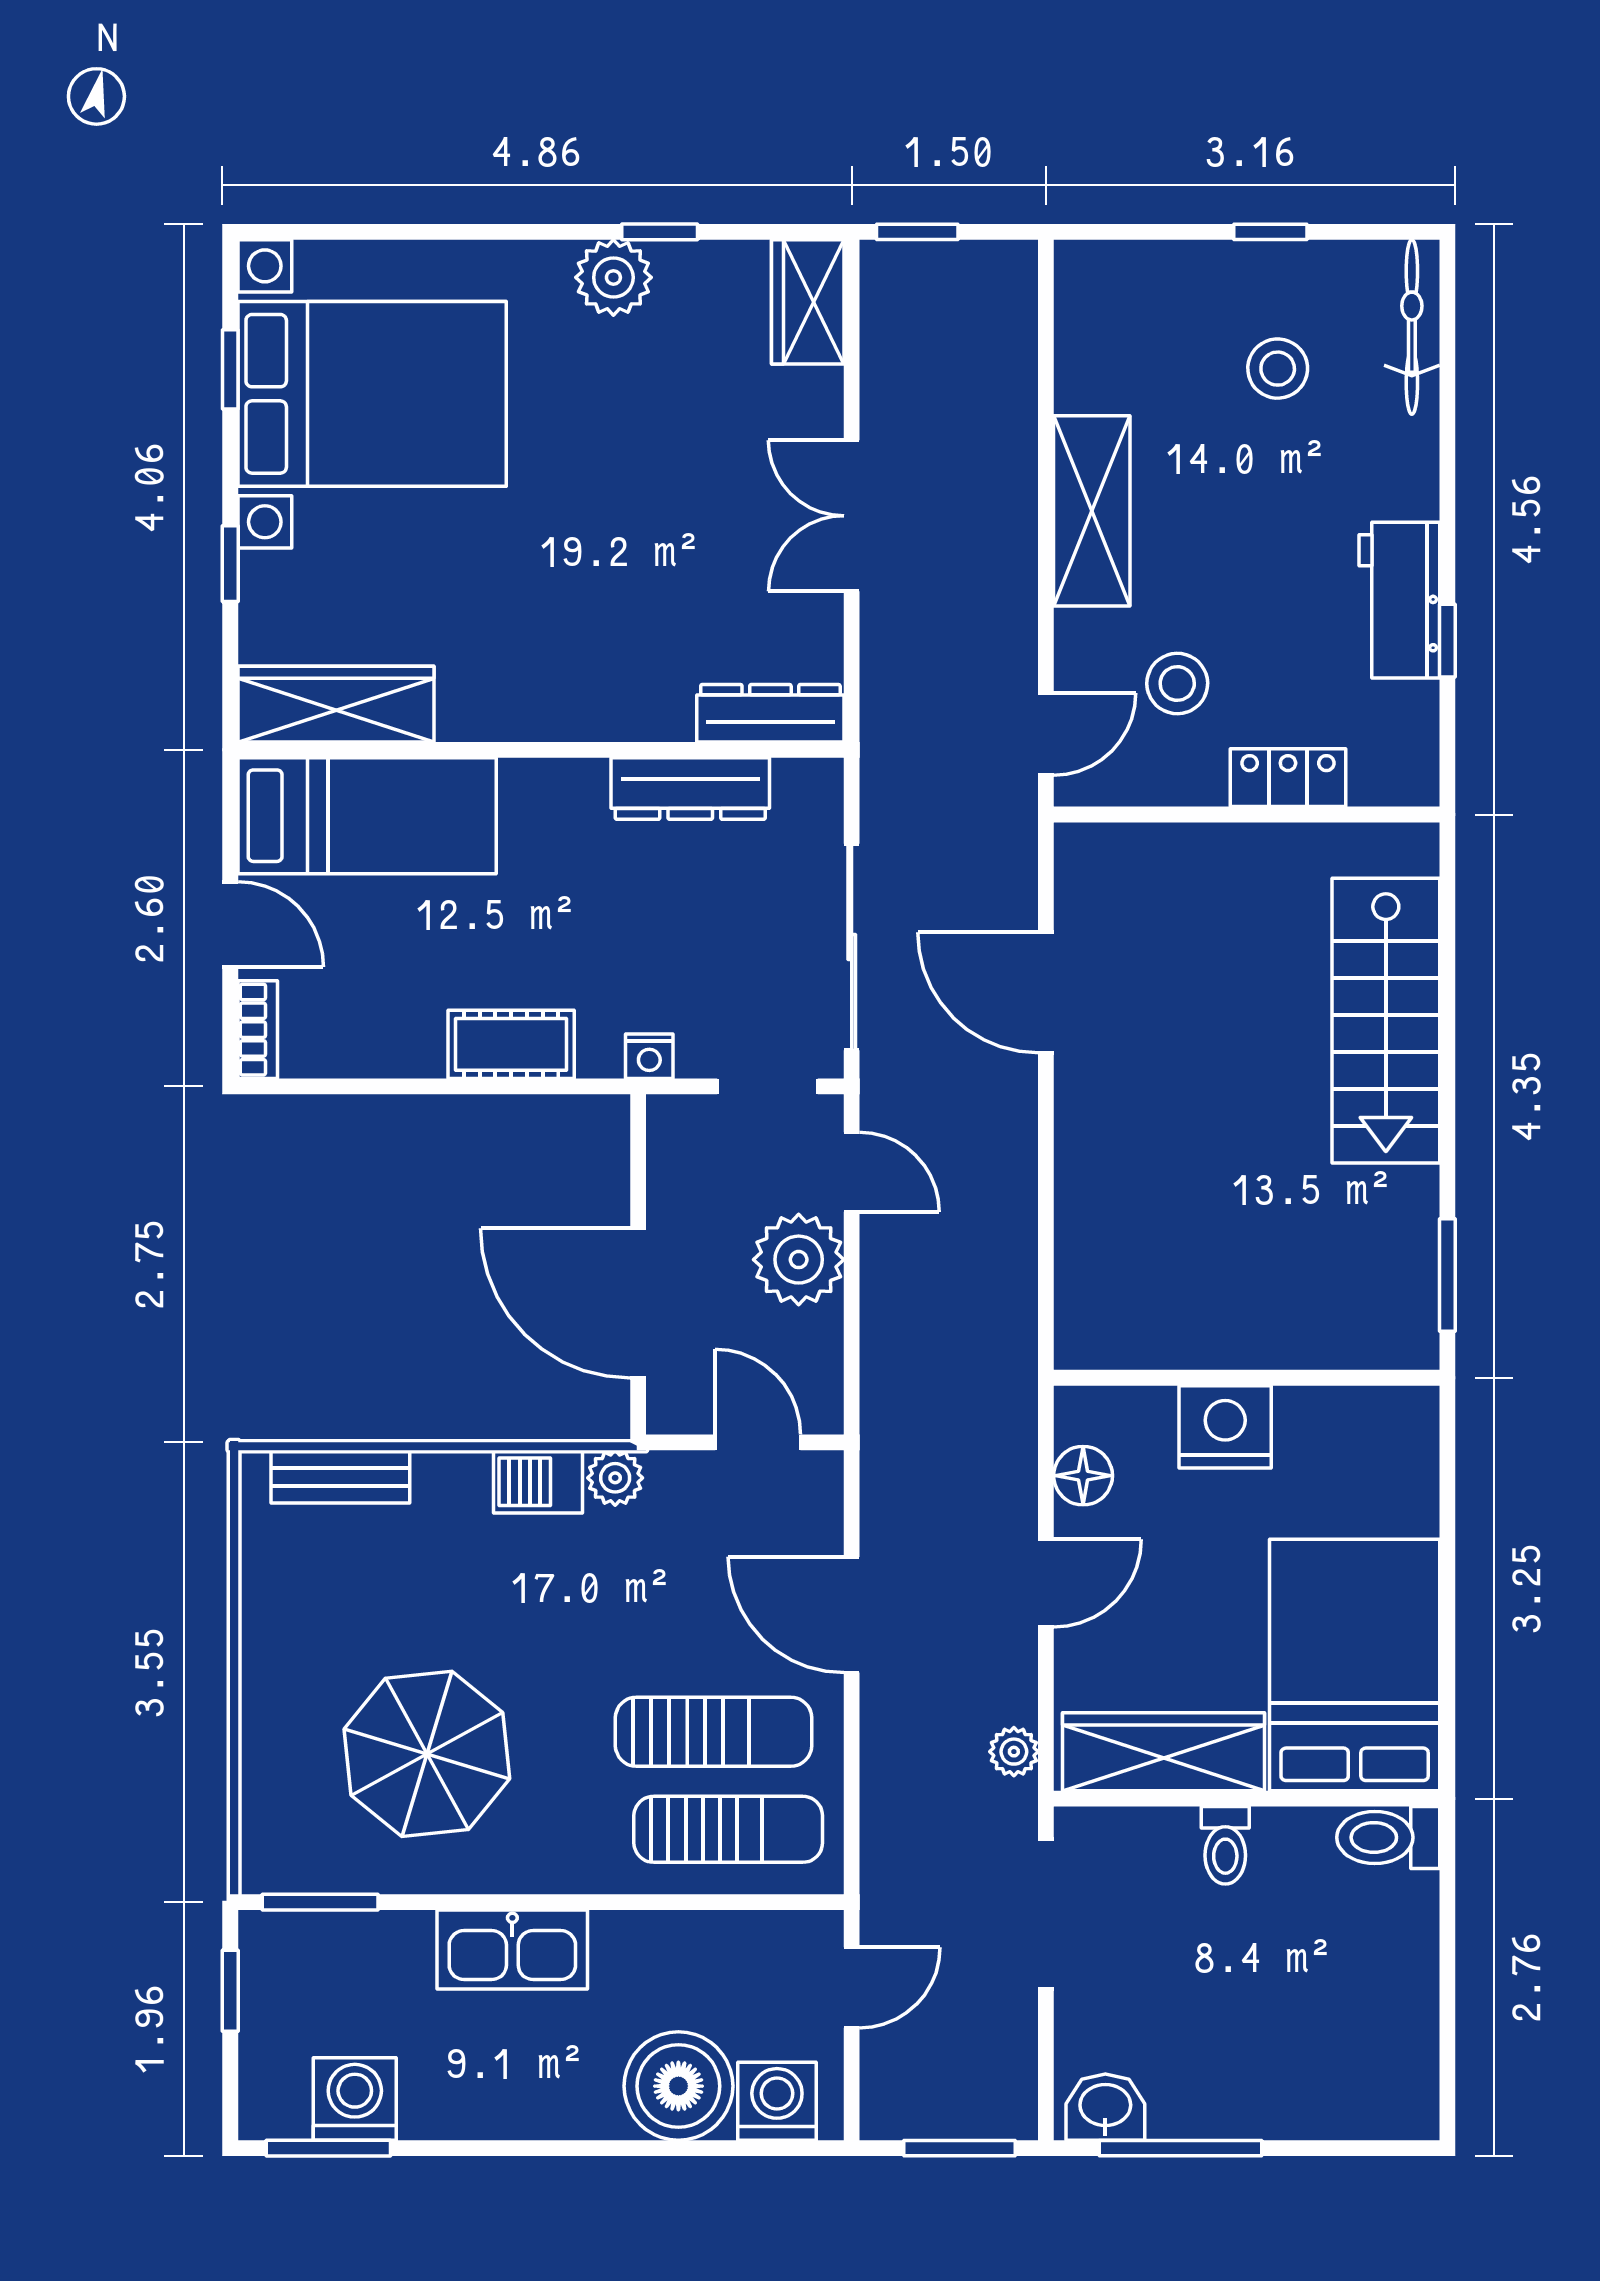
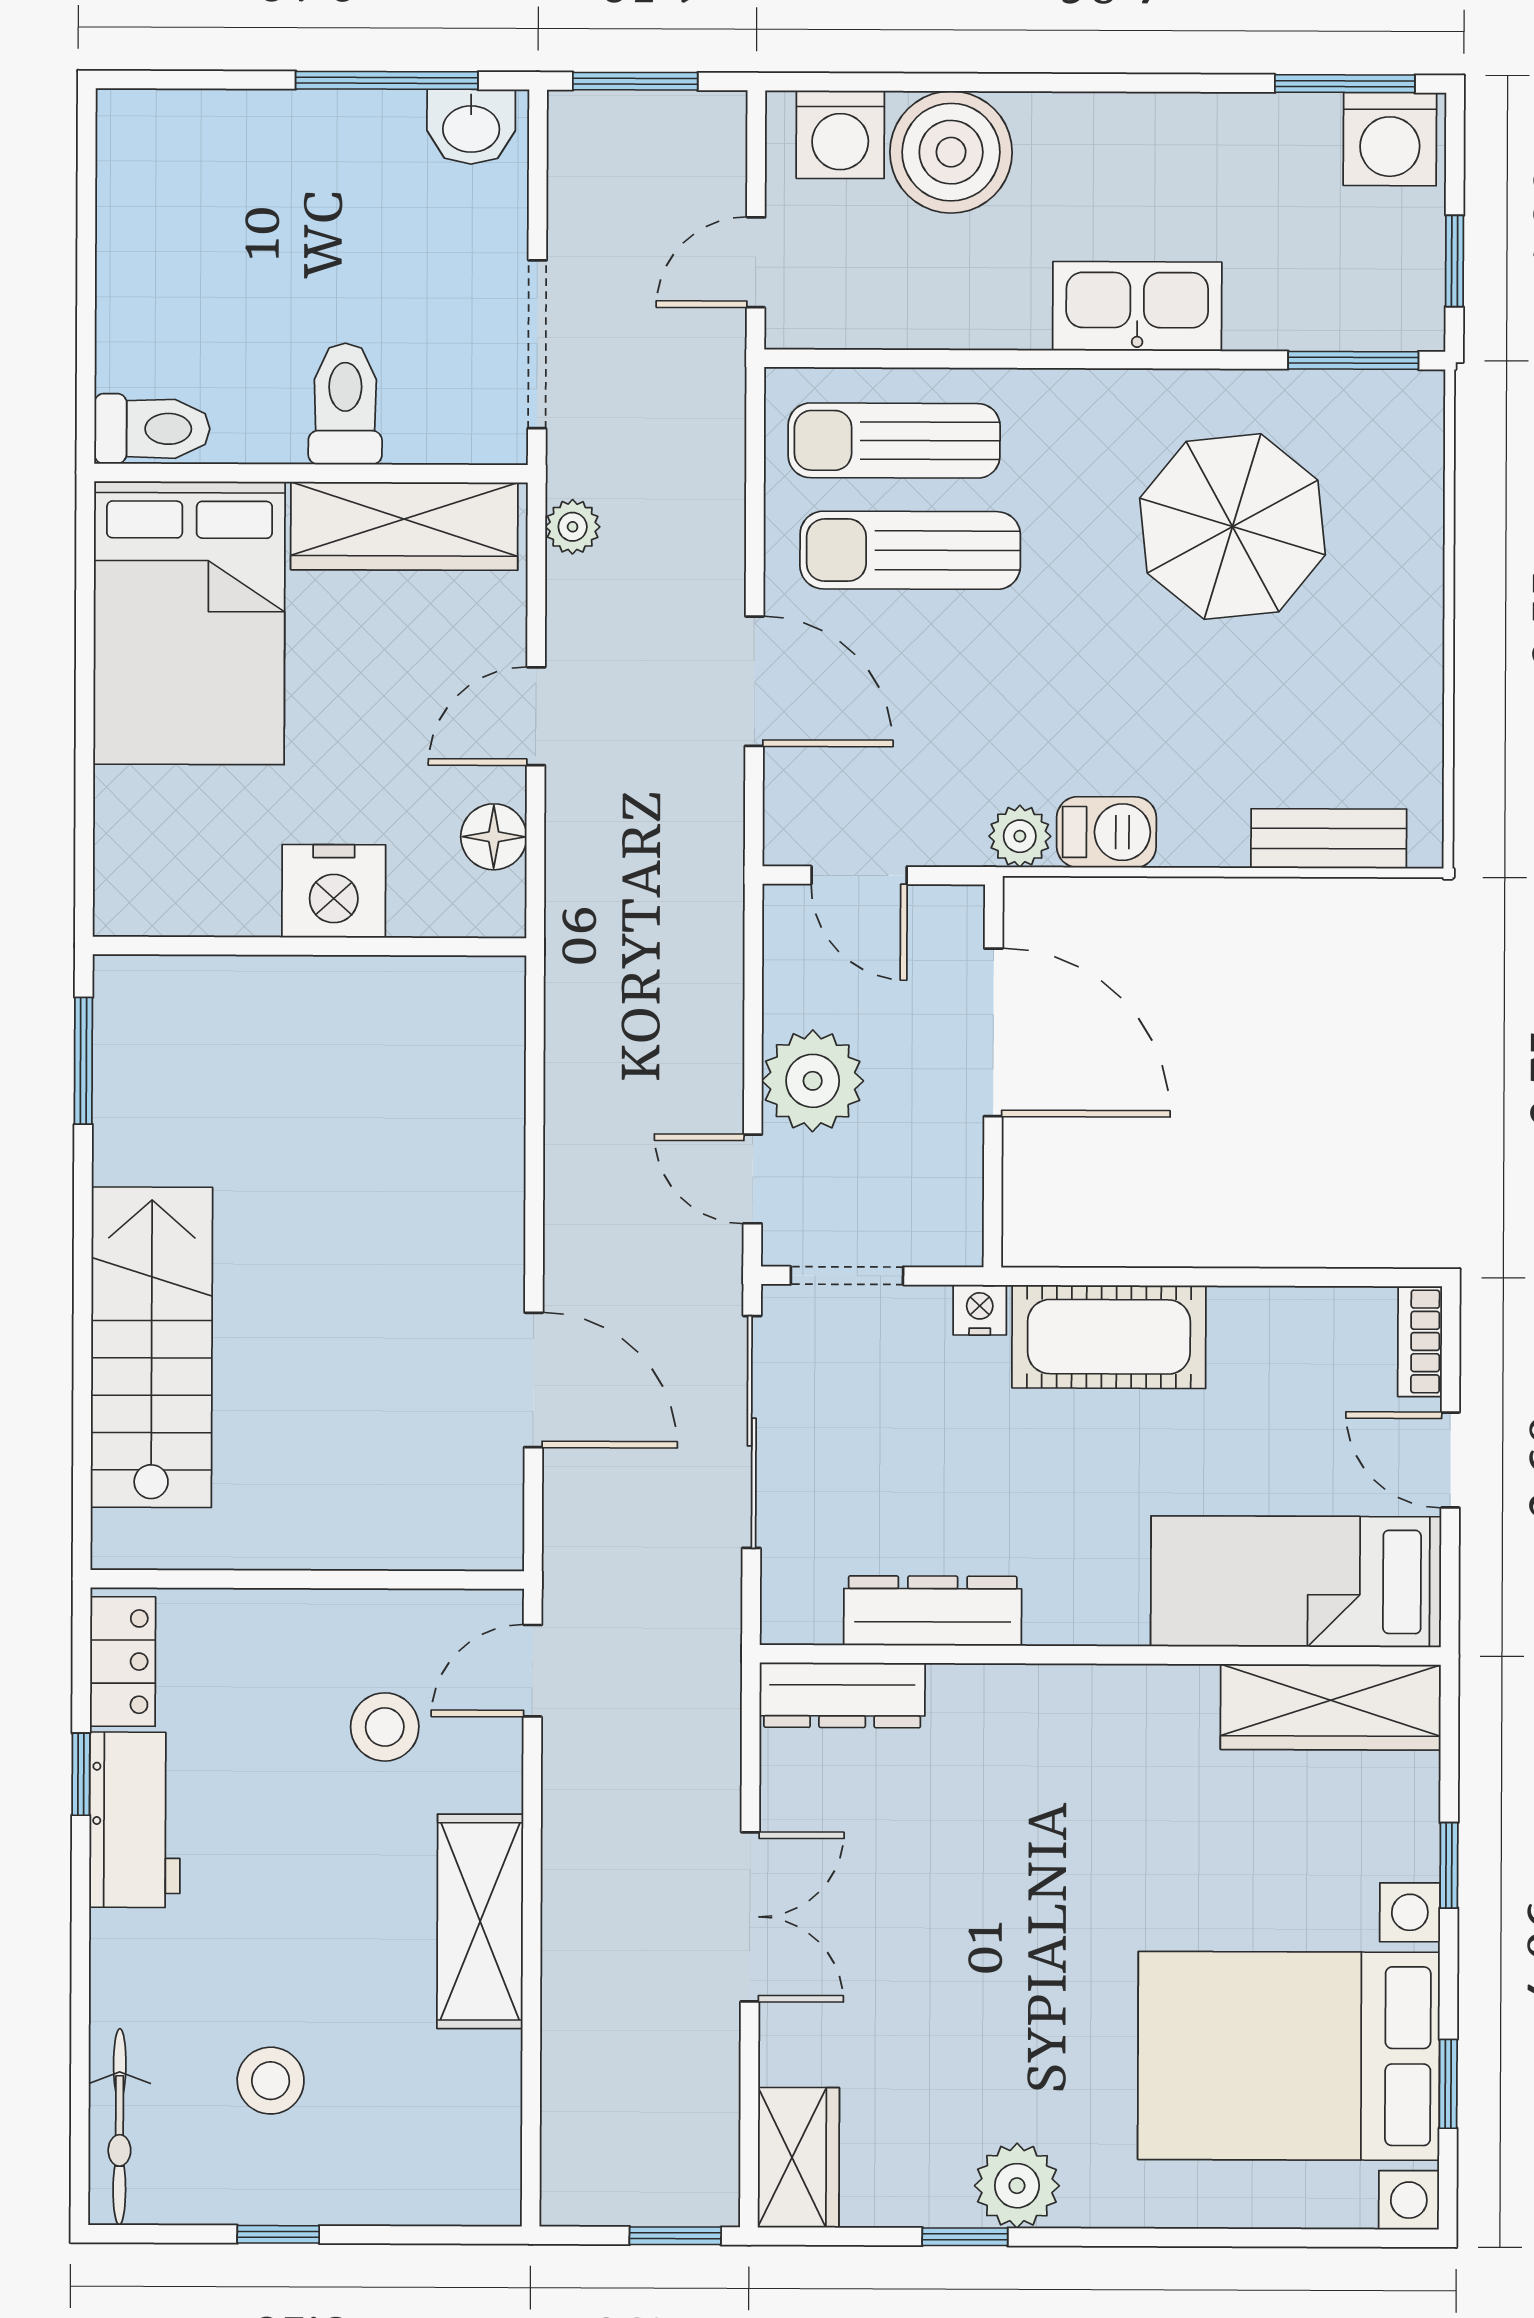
locker: (1288, 778) -> (123, 1662), moved, turned -90
cot: (511, 1044) -> (1109, 1337), width x1.37, depth x1.34
toilet: (1225, 1845) -> (345, 404), width x1.37, depth x1.39
washing machine: (355, 2099) -> (1390, 139), moved

